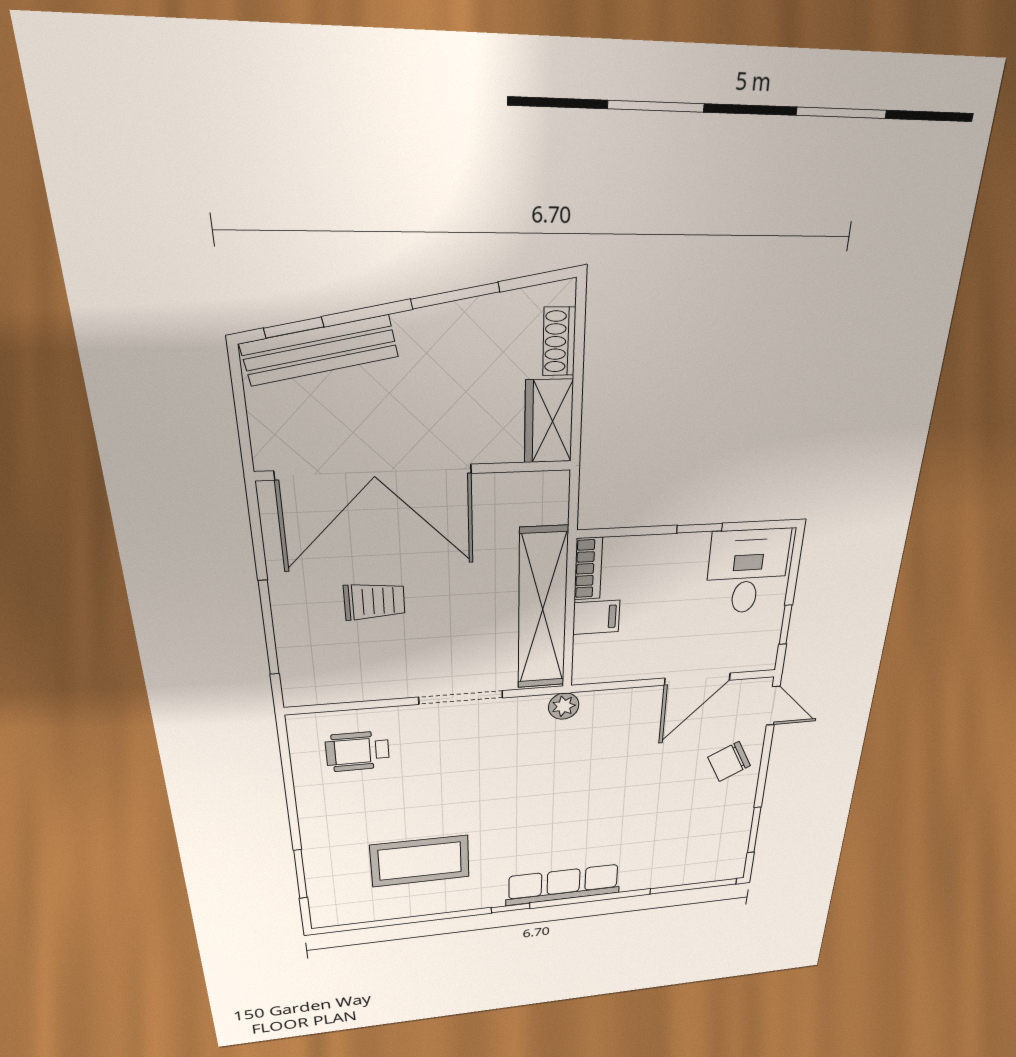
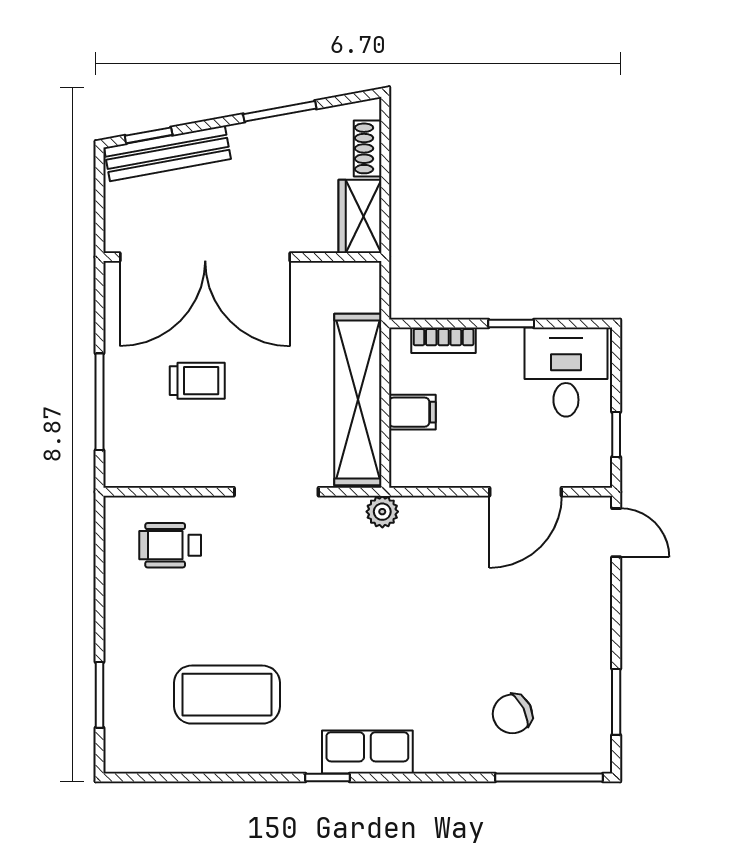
bookcase: (588, 569) -> (444, 340), moved, turned 90
chair: (729, 761) -> (512, 714), moved
row of seats: (563, 885) -> (367, 752), width x0.68

